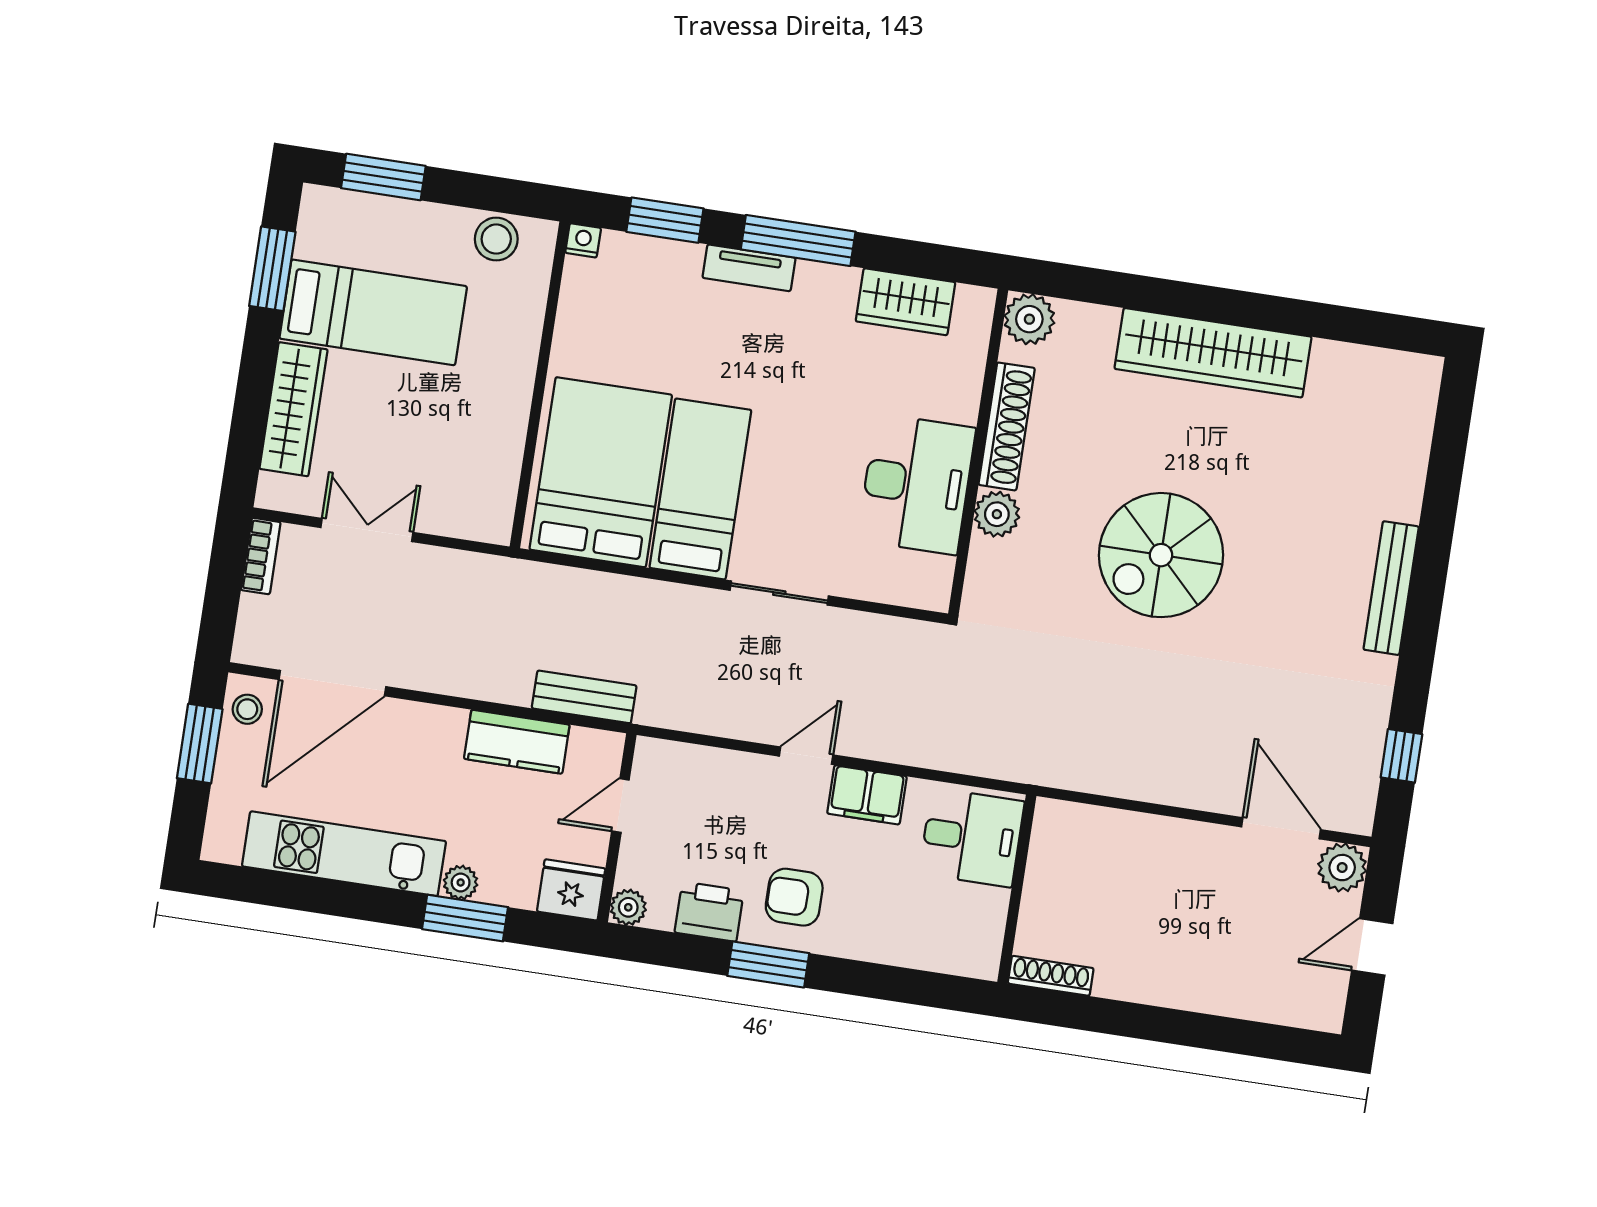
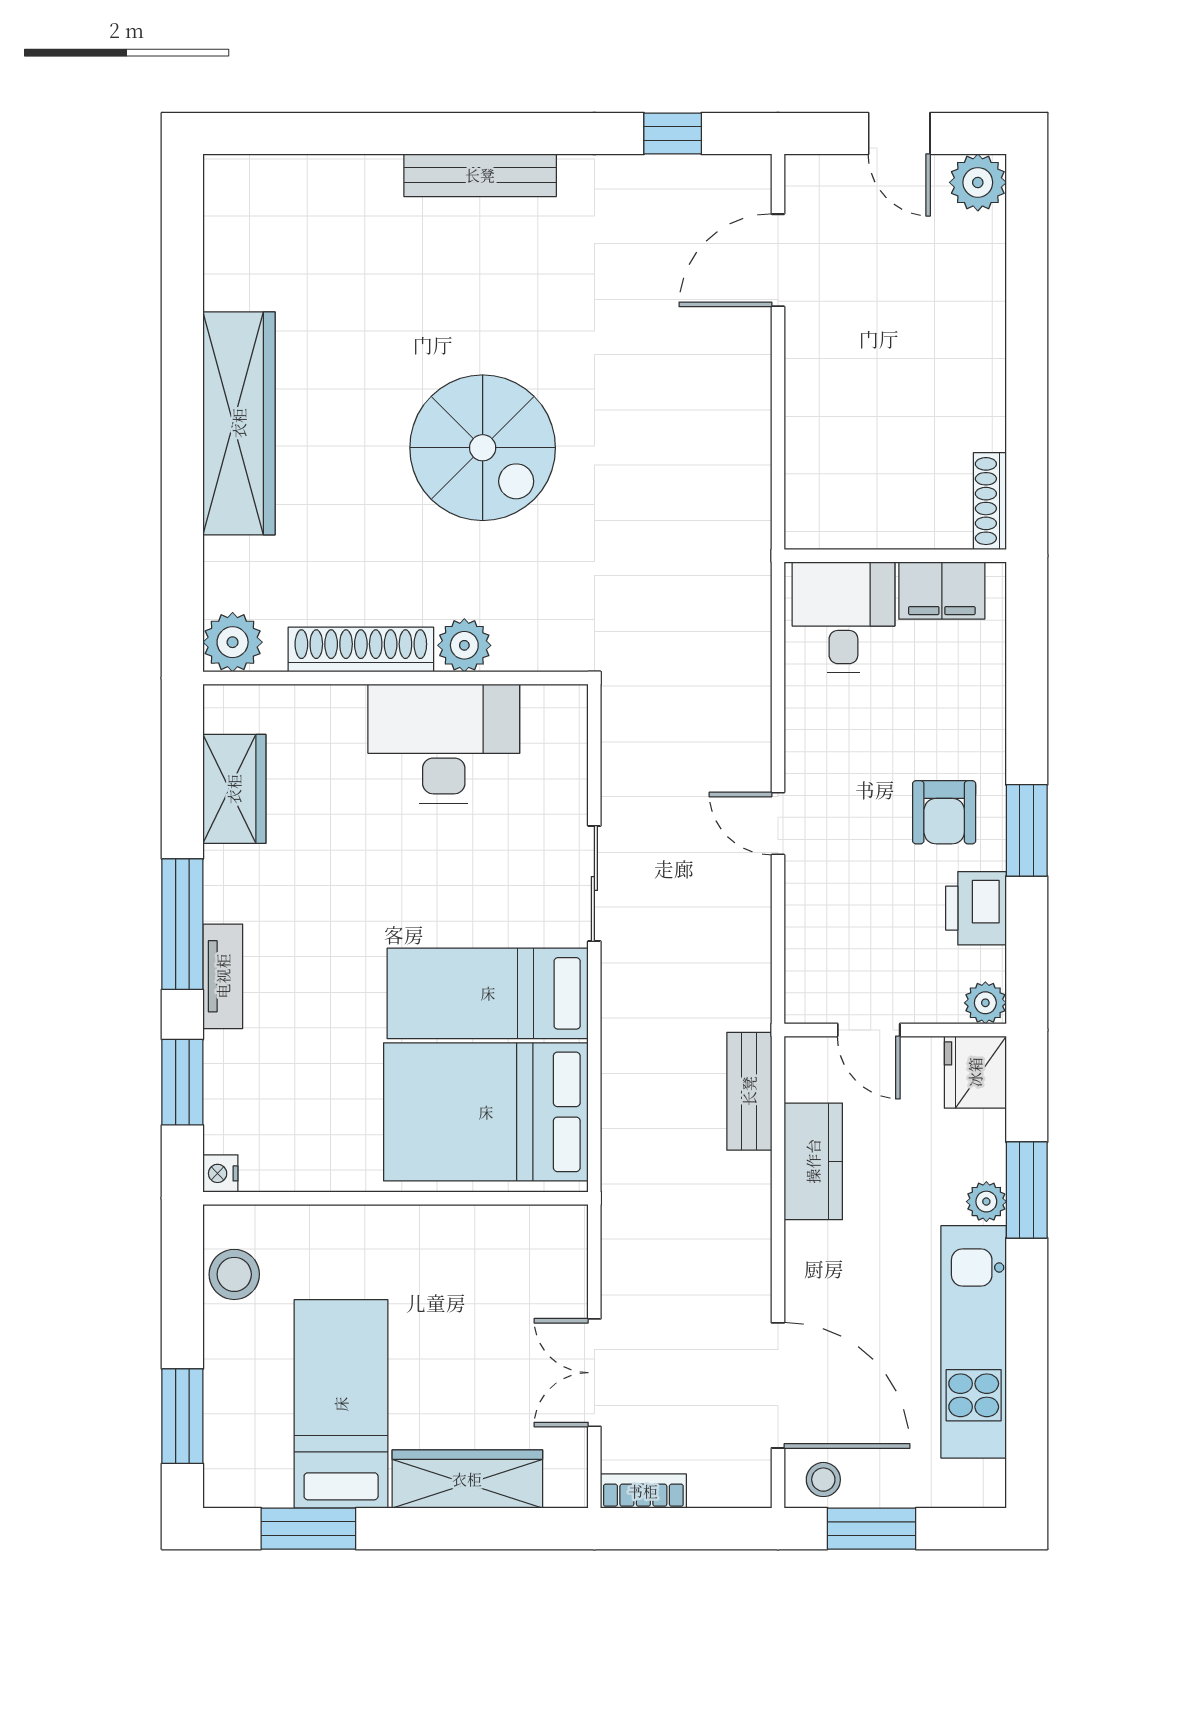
filing cabinet: (867, 795) -> (942, 590), moved, turned 90
plant: (1342, 868) -> (978, 182), moved

